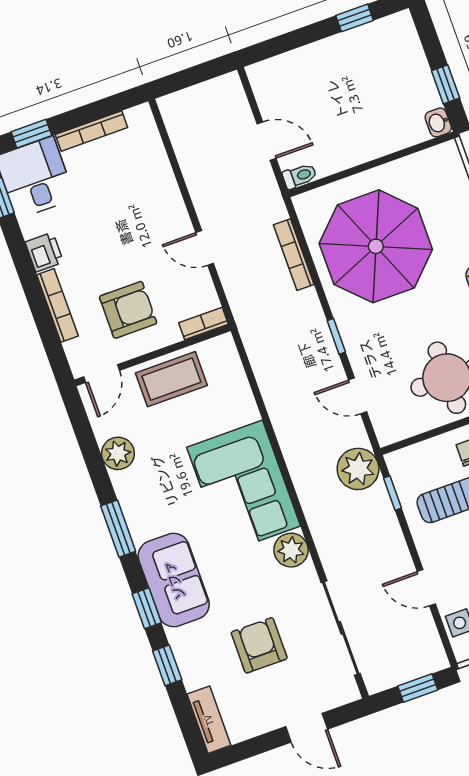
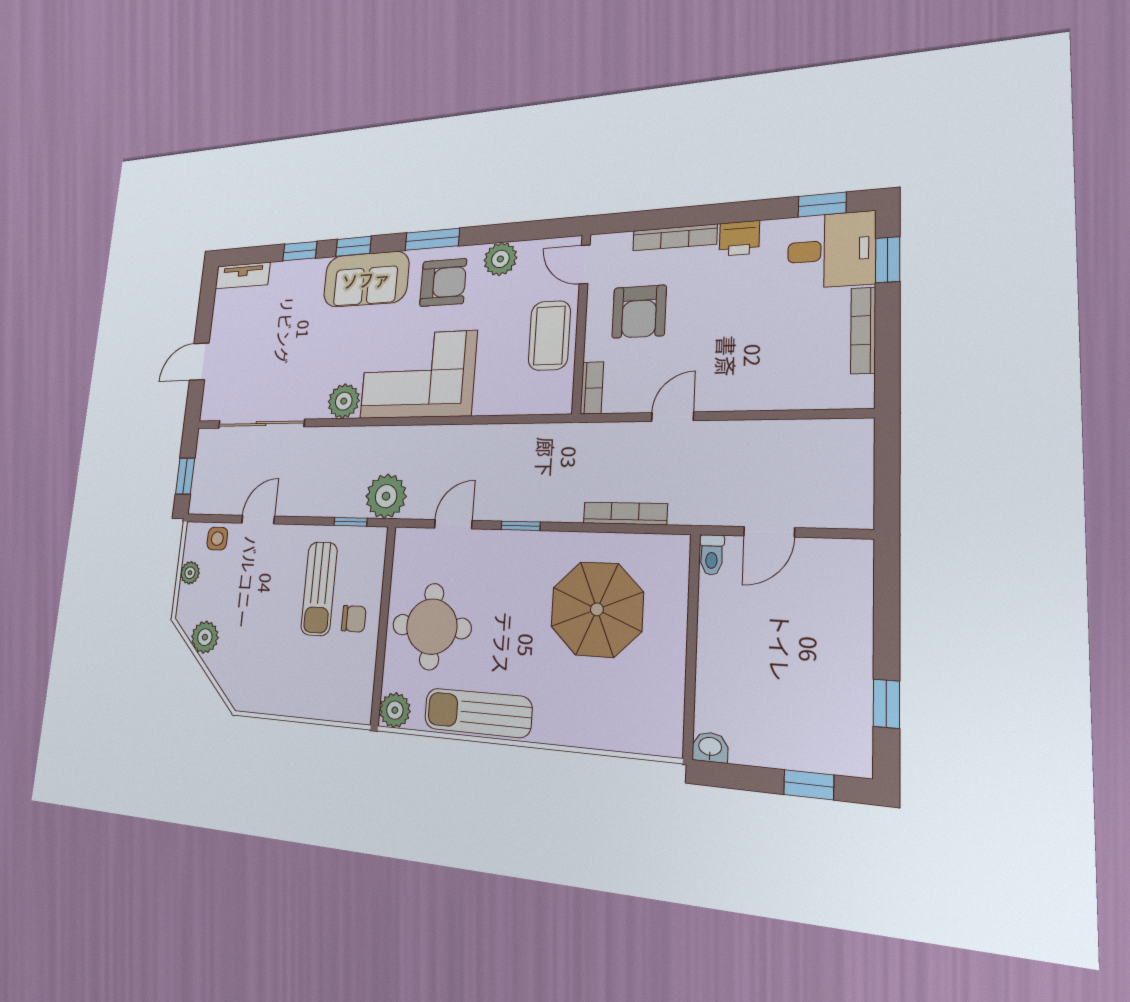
window: (446, 84) -> (809, 785), moved
parasol: (376, 246) -> (597, 609), width x0.73, depth x0.73
armchair: (259, 645) -> (443, 282), moved

